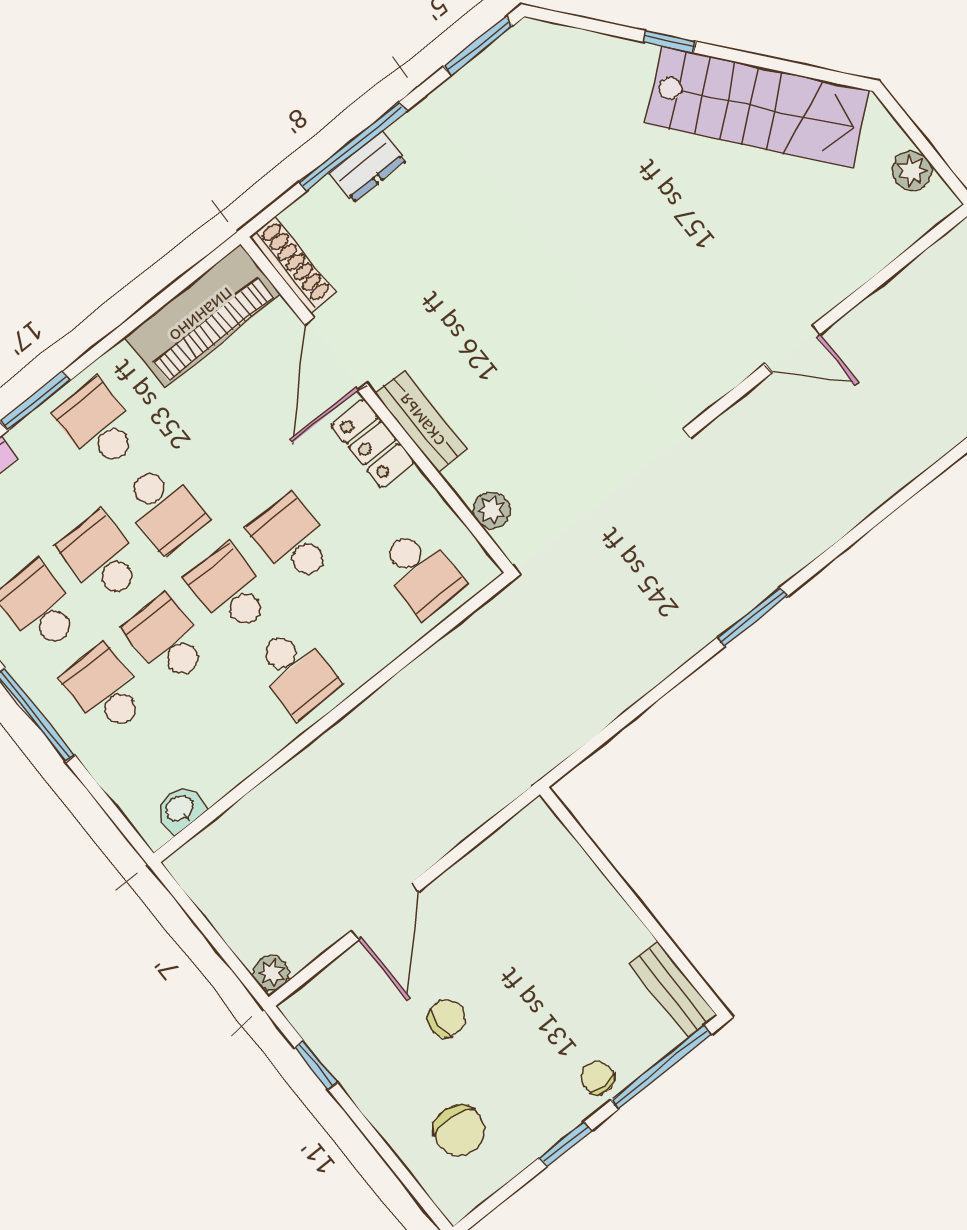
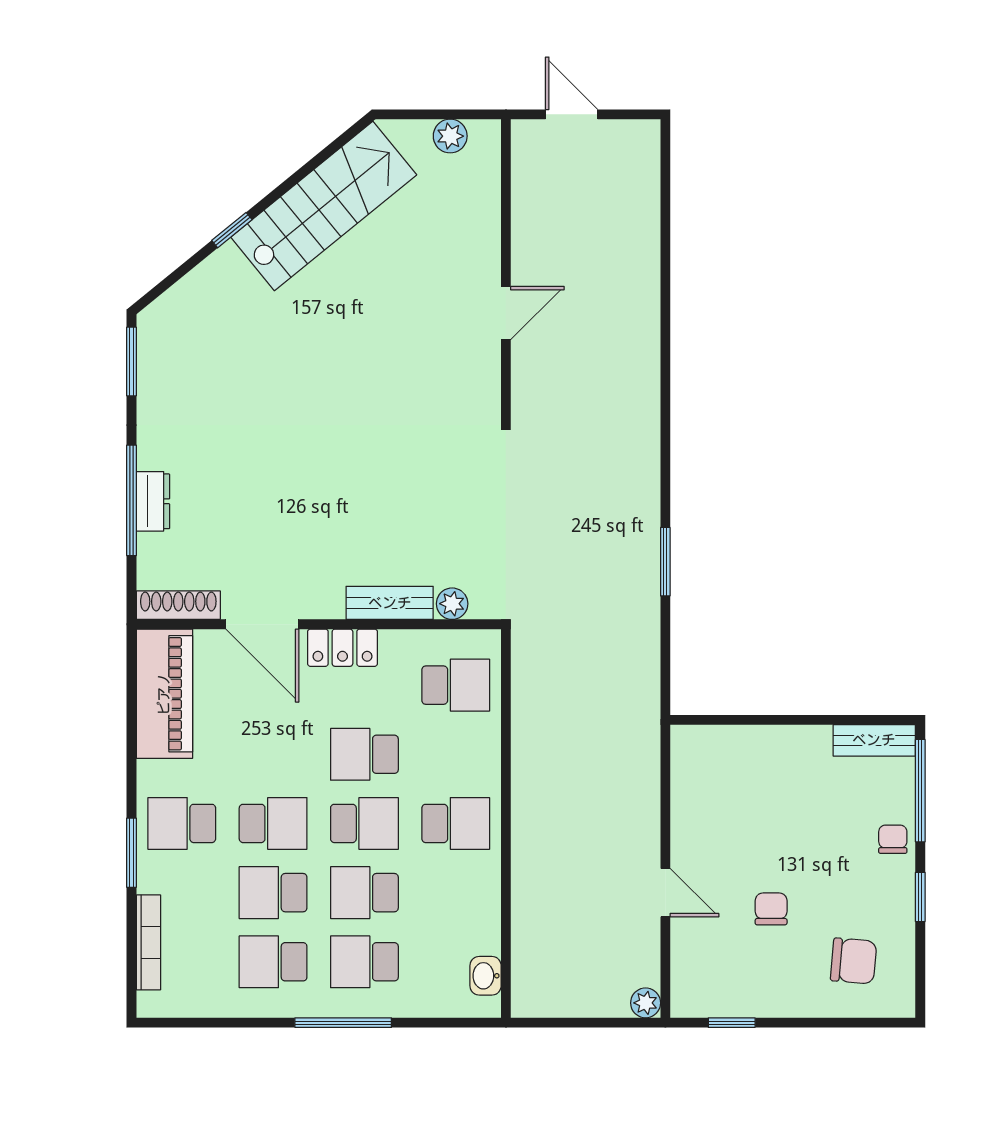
bench: (421, 421) -> (390, 603), moved
school desk: (230, 590) -> (364, 823), turned 180
window: (752, 617) -> (665, 562), moved
door: (385, 911) -> (665, 893), width x0.73
chair: (598, 1078) -> (893, 839), turned 90

